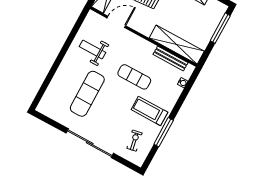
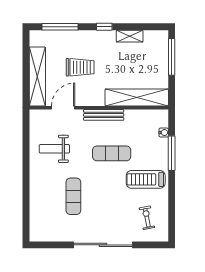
bench: (170, 59) -> (104, 115), moved
exercise mat: (87, 94) -> (73, 196), width x0.73, depth x0.69
window: (164, 132) -> (172, 153), moved

